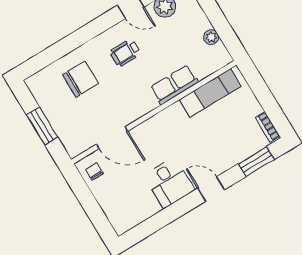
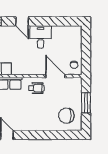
wheelchair: (125, 53) -> (36, 88), moved
chair: (81, 79) -> (66, 116), moved

